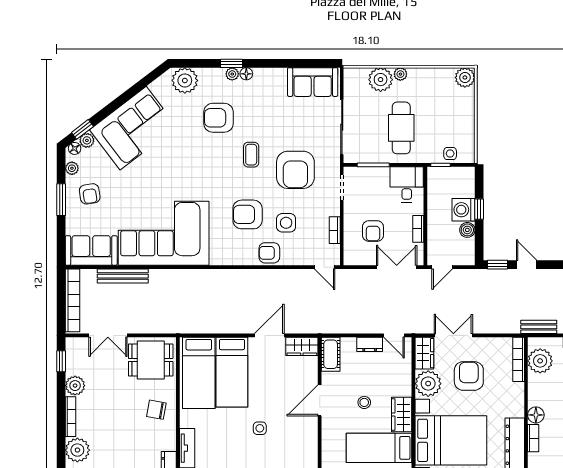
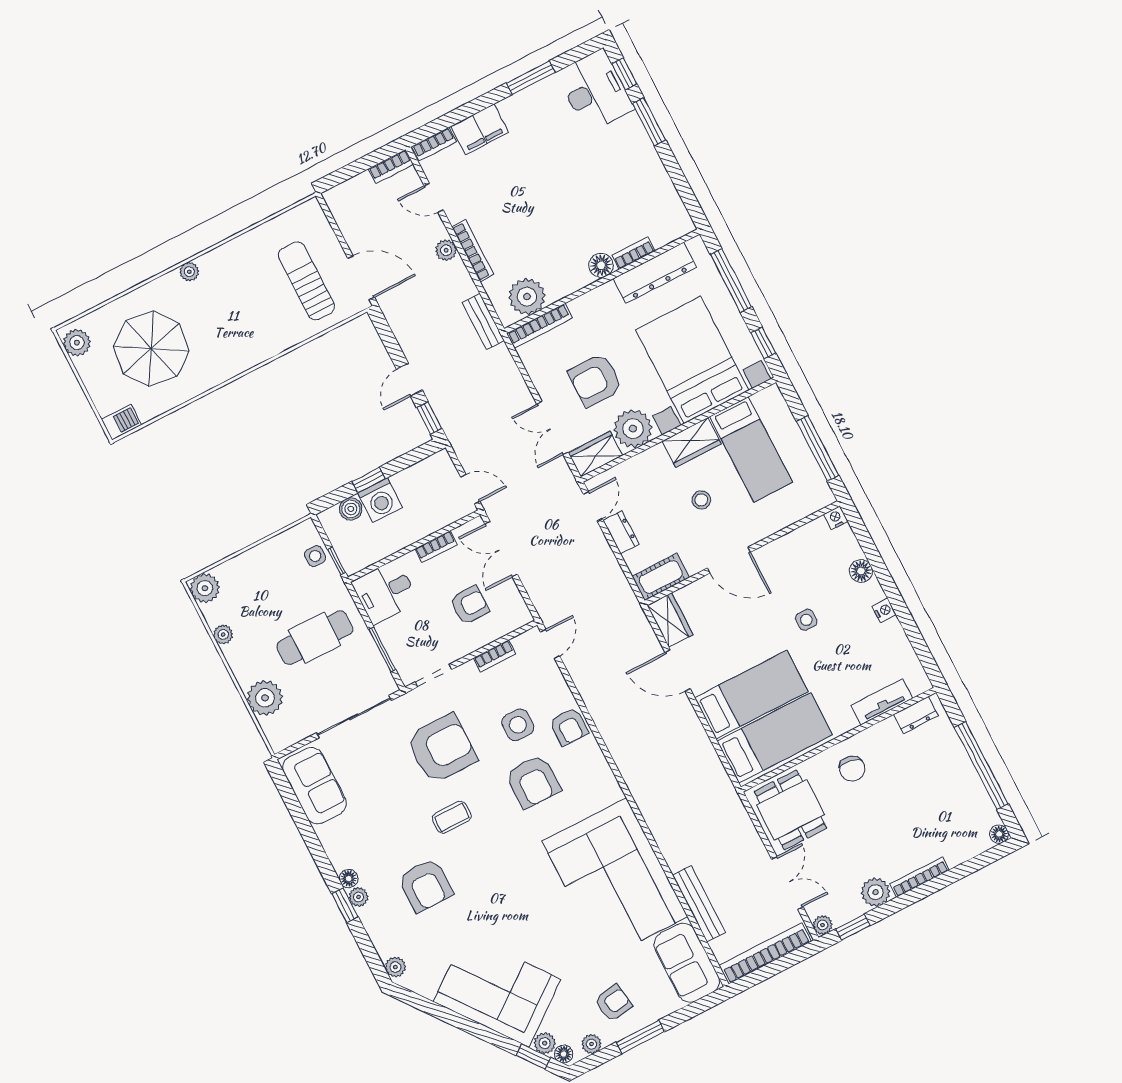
plant: (400, 74) -> (223, 634), moved
plant: (185, 80) -> (395, 967), width x0.53, depth x0.53
boiler: (467, 230) -> (351, 509), moved
plant: (77, 450) -> (823, 925), moved, width x0.53, depth x0.53

